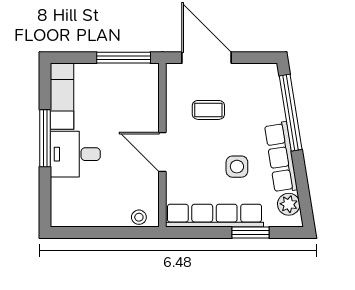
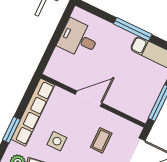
desk: (75, 154) -> (78, 39), moved, turned -90
stool: (139, 217) -> (55, 64), removed

